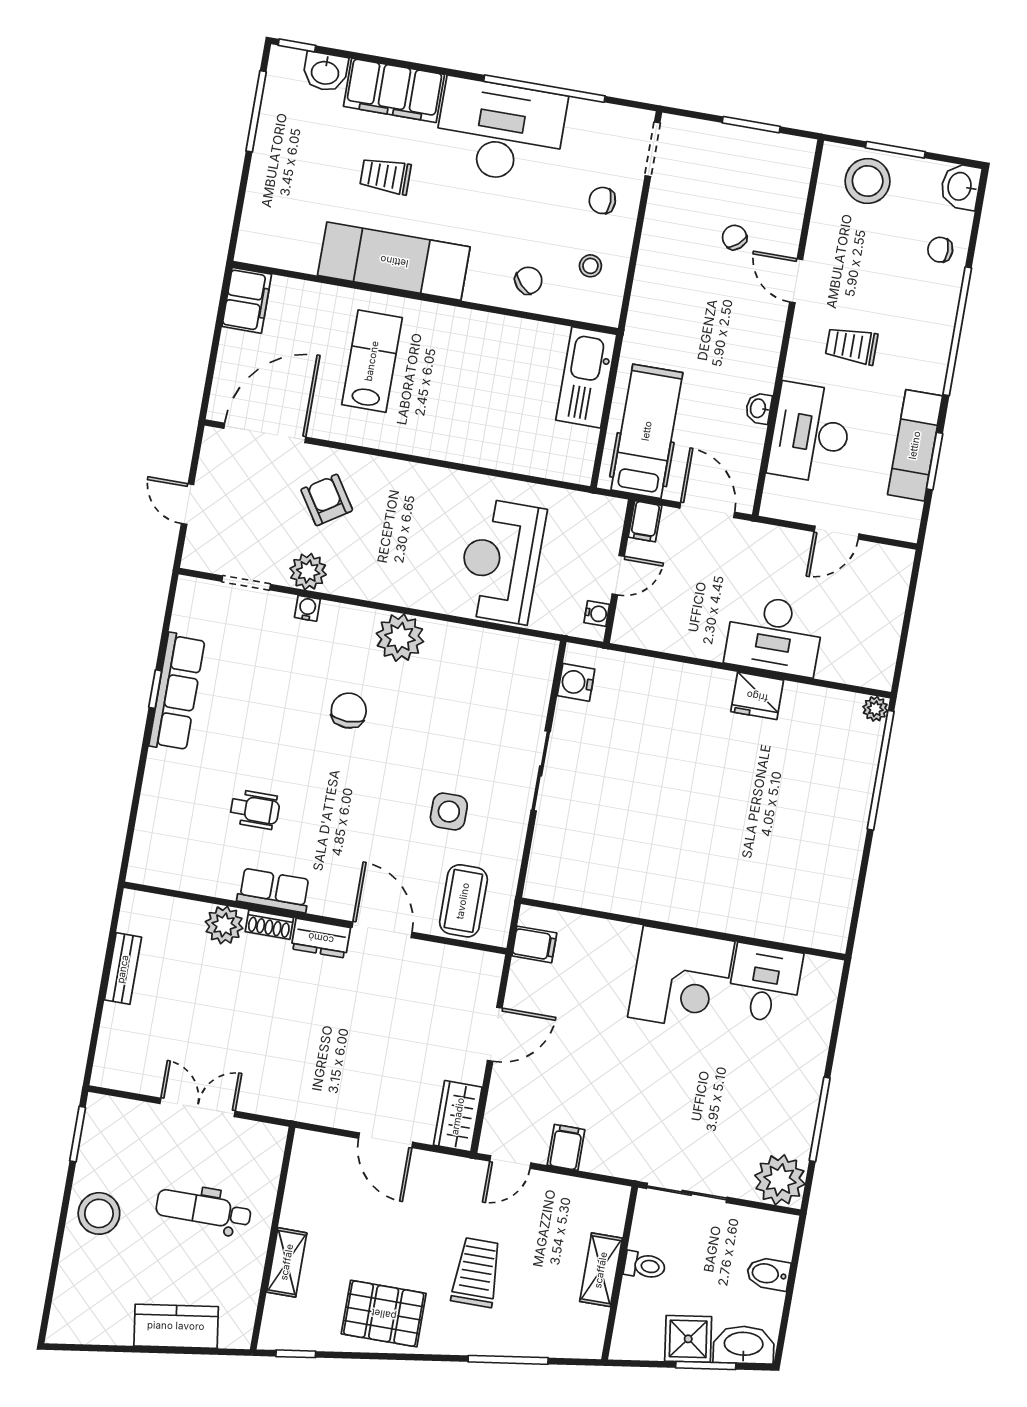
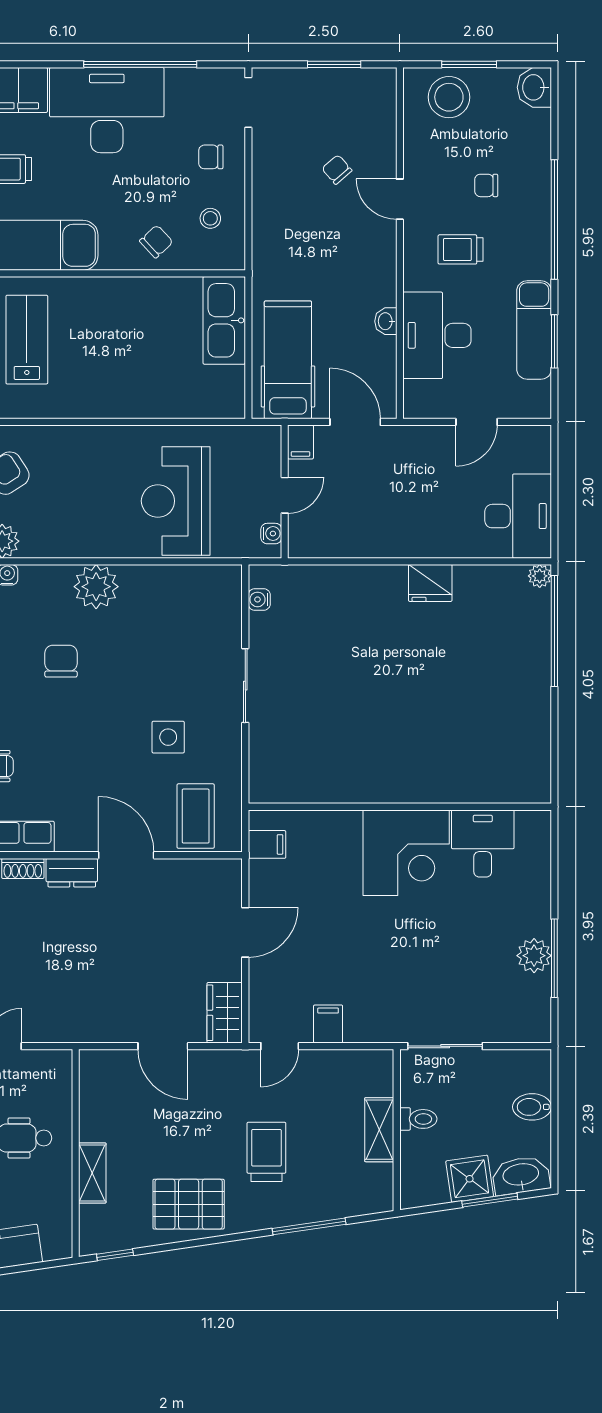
chair: (940, 250) -> (486, 185), moved
desk: (774, 635) -> (518, 516), moved, turned -90
water cooler: (576, 682) -> (259, 599), width x0.72, depth x0.72
plant: (780, 1180) -> (534, 956), moved, width x0.73, depth x0.73

